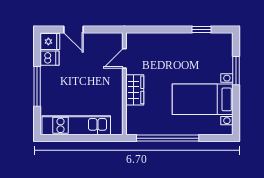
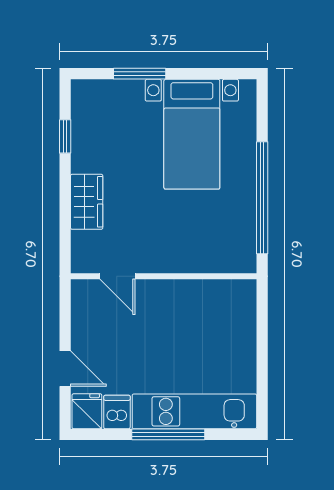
door: (73, 29) -> (65, 369), hinge flipped
wardrobe: (135, 90) -> (87, 202), moved, turned 90
kitchen unit: (76, 125) -> (194, 411), moved, turned 90

